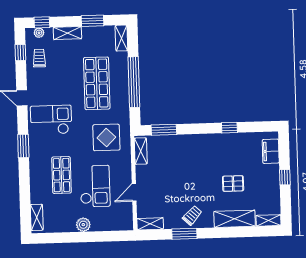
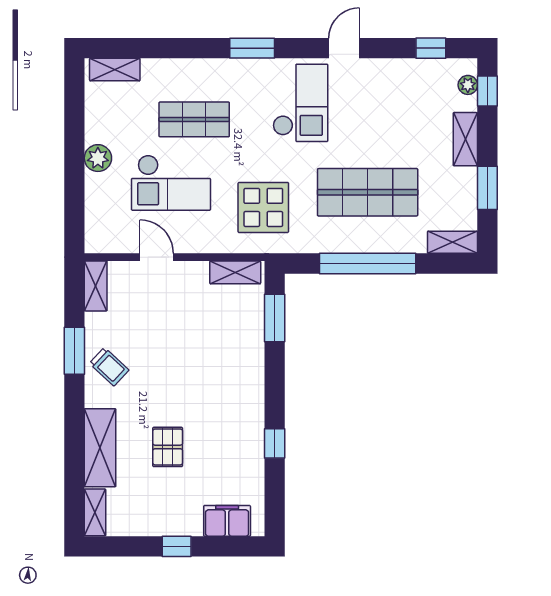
trolley: (39, 58) -> (419, 84), removed

